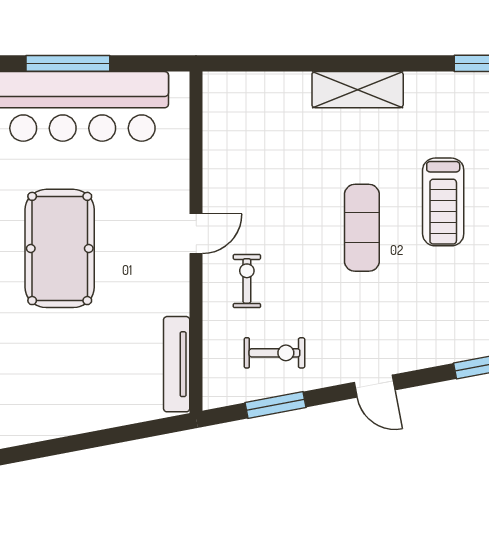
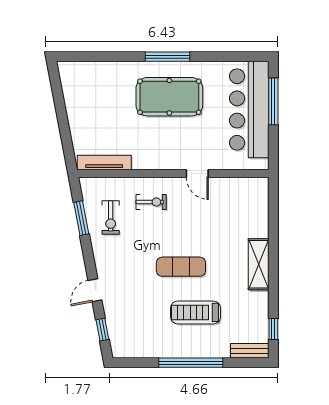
door: (196, 234) -> (197, 173), moved
door: (375, 386) -> (95, 290), moved

